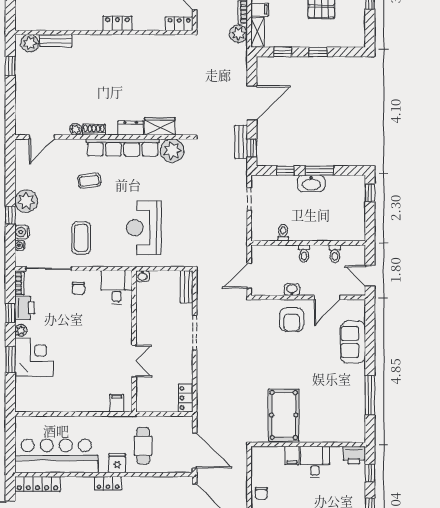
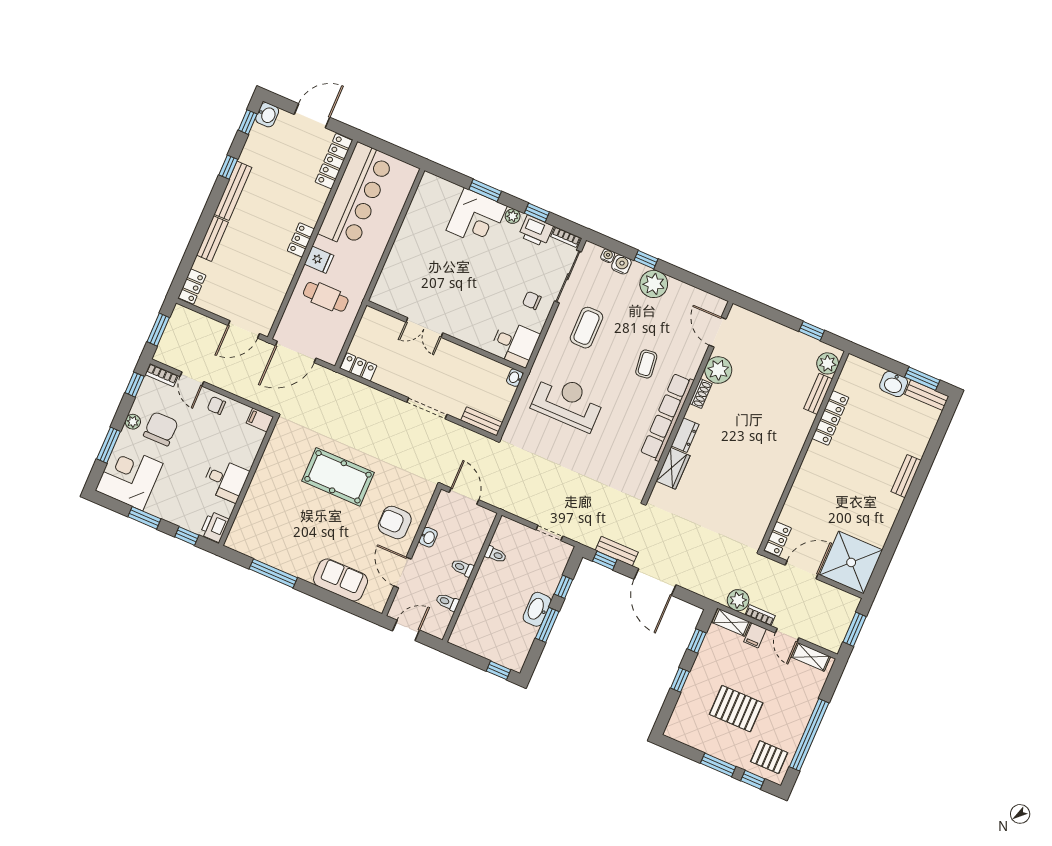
locker: (117, 23) -> (830, 418), moved, width x1.53
plant: (76, 129) -> (718, 370), width x1.87, depth x1.87
plant: (172, 151) -> (640, 471), removed
coffee table: (81, 238) -> (586, 328), turned 90
filing cabinet: (117, 403) -> (386, 288), removed
pool table: (284, 415) -> (338, 477), moved
filing cabinet: (292, 456) -> (260, 420), moved

